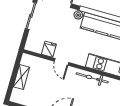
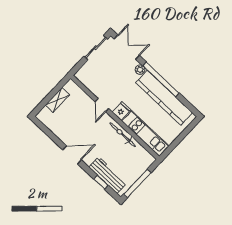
fridge: (49, 49) -> (121, 111), moved

